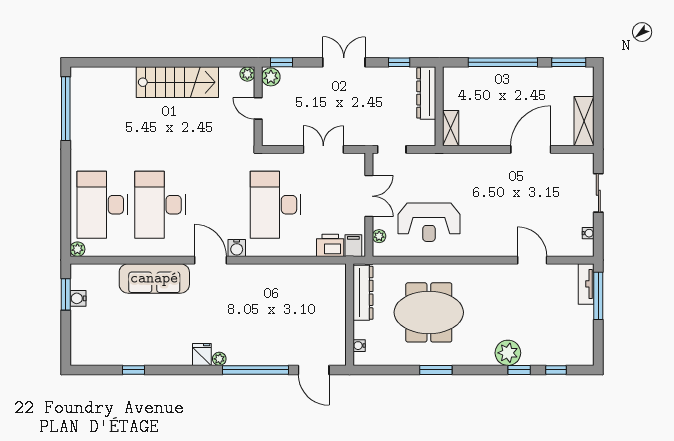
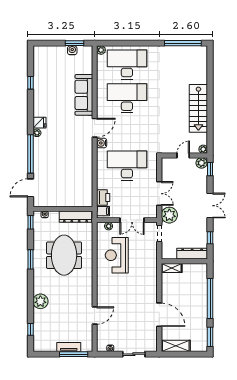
plant: (360, 132) -> (169, 215), added
tv unit: (586, 284) -> (69, 347), moved
window: (519, 370) -> (30, 222), moved

